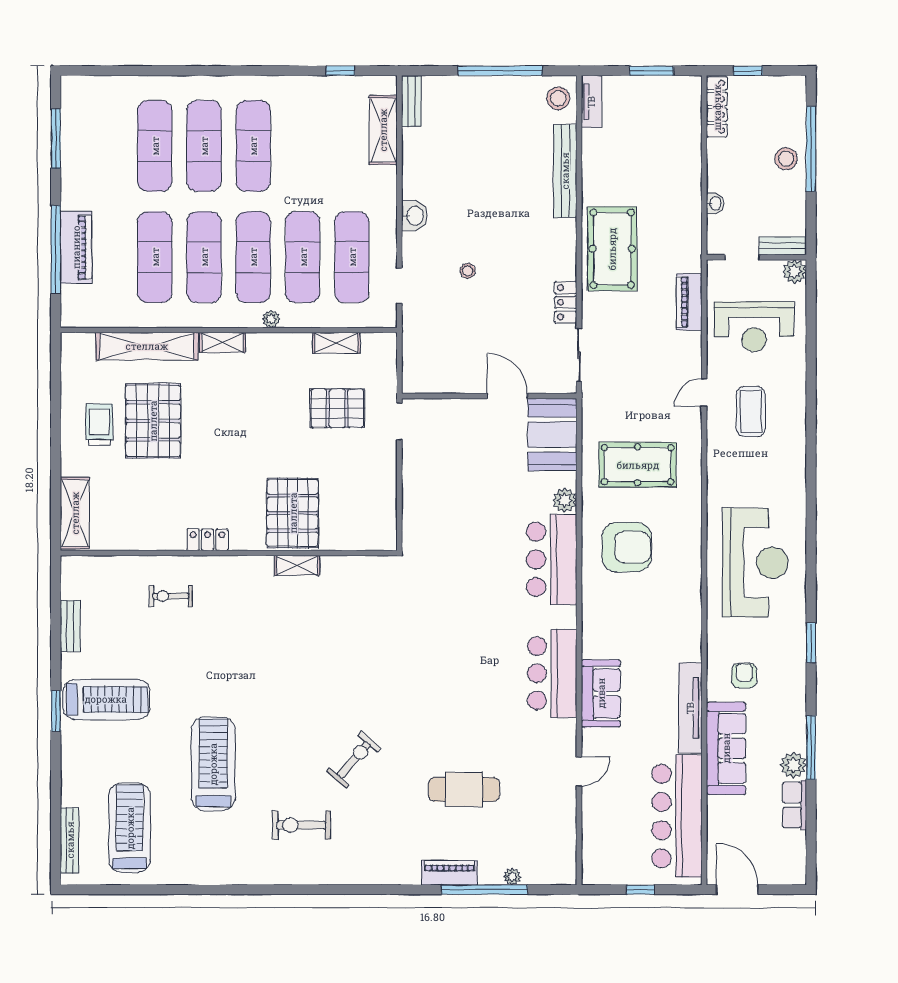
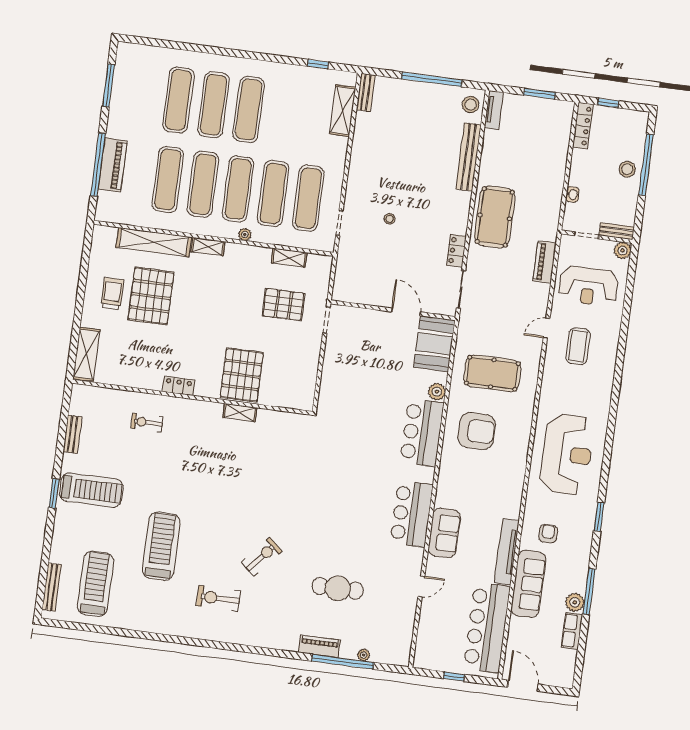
washbasin: (414, 216) -> (357, 175), removed

